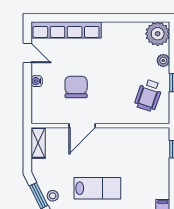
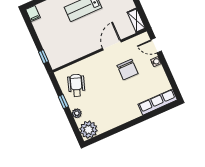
row of seats: (66, 30) -> (158, 102), width x0.73
door: (27, 53) -> (156, 45), moved

